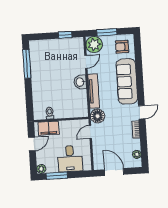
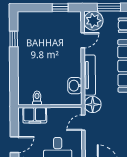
window: (27, 64) -> (14, 39), width x0.46
washbasin: (80, 82) -> (75, 86), moved
door: (32, 144) -> (14, 145), moved

